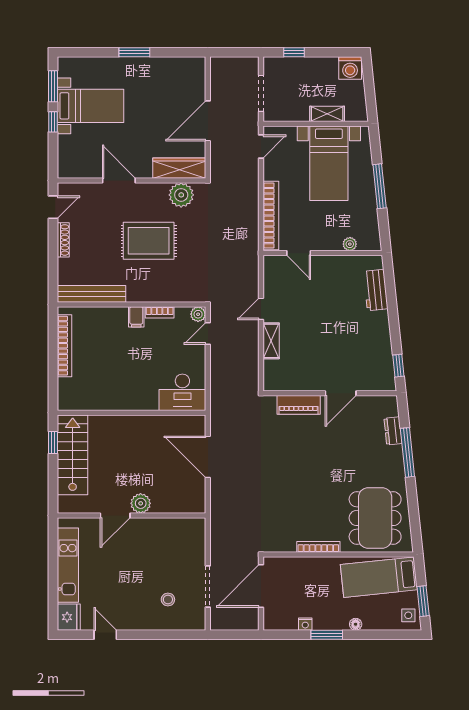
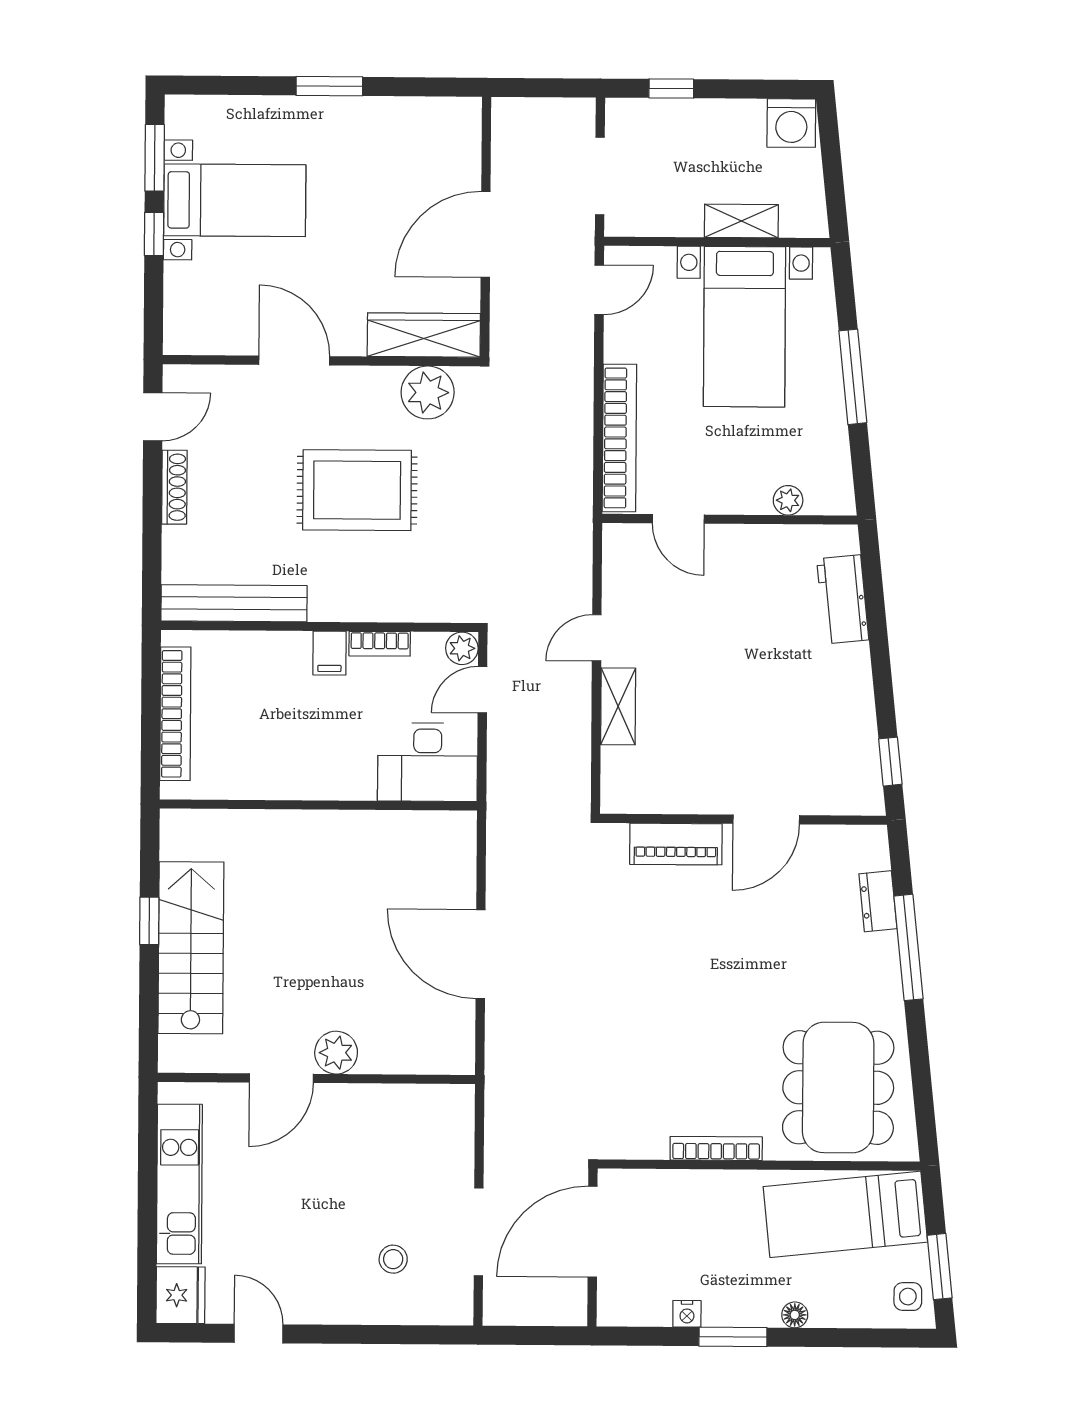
desk: (182, 392) -> (428, 762), moved
wall: (132, 413) -> (318, 805), moved

